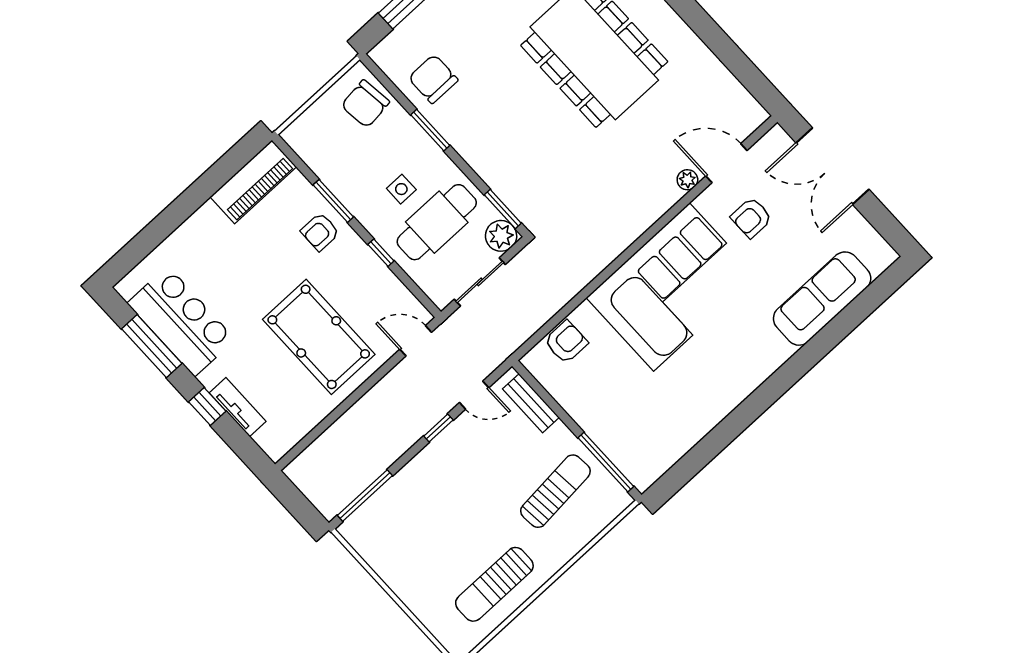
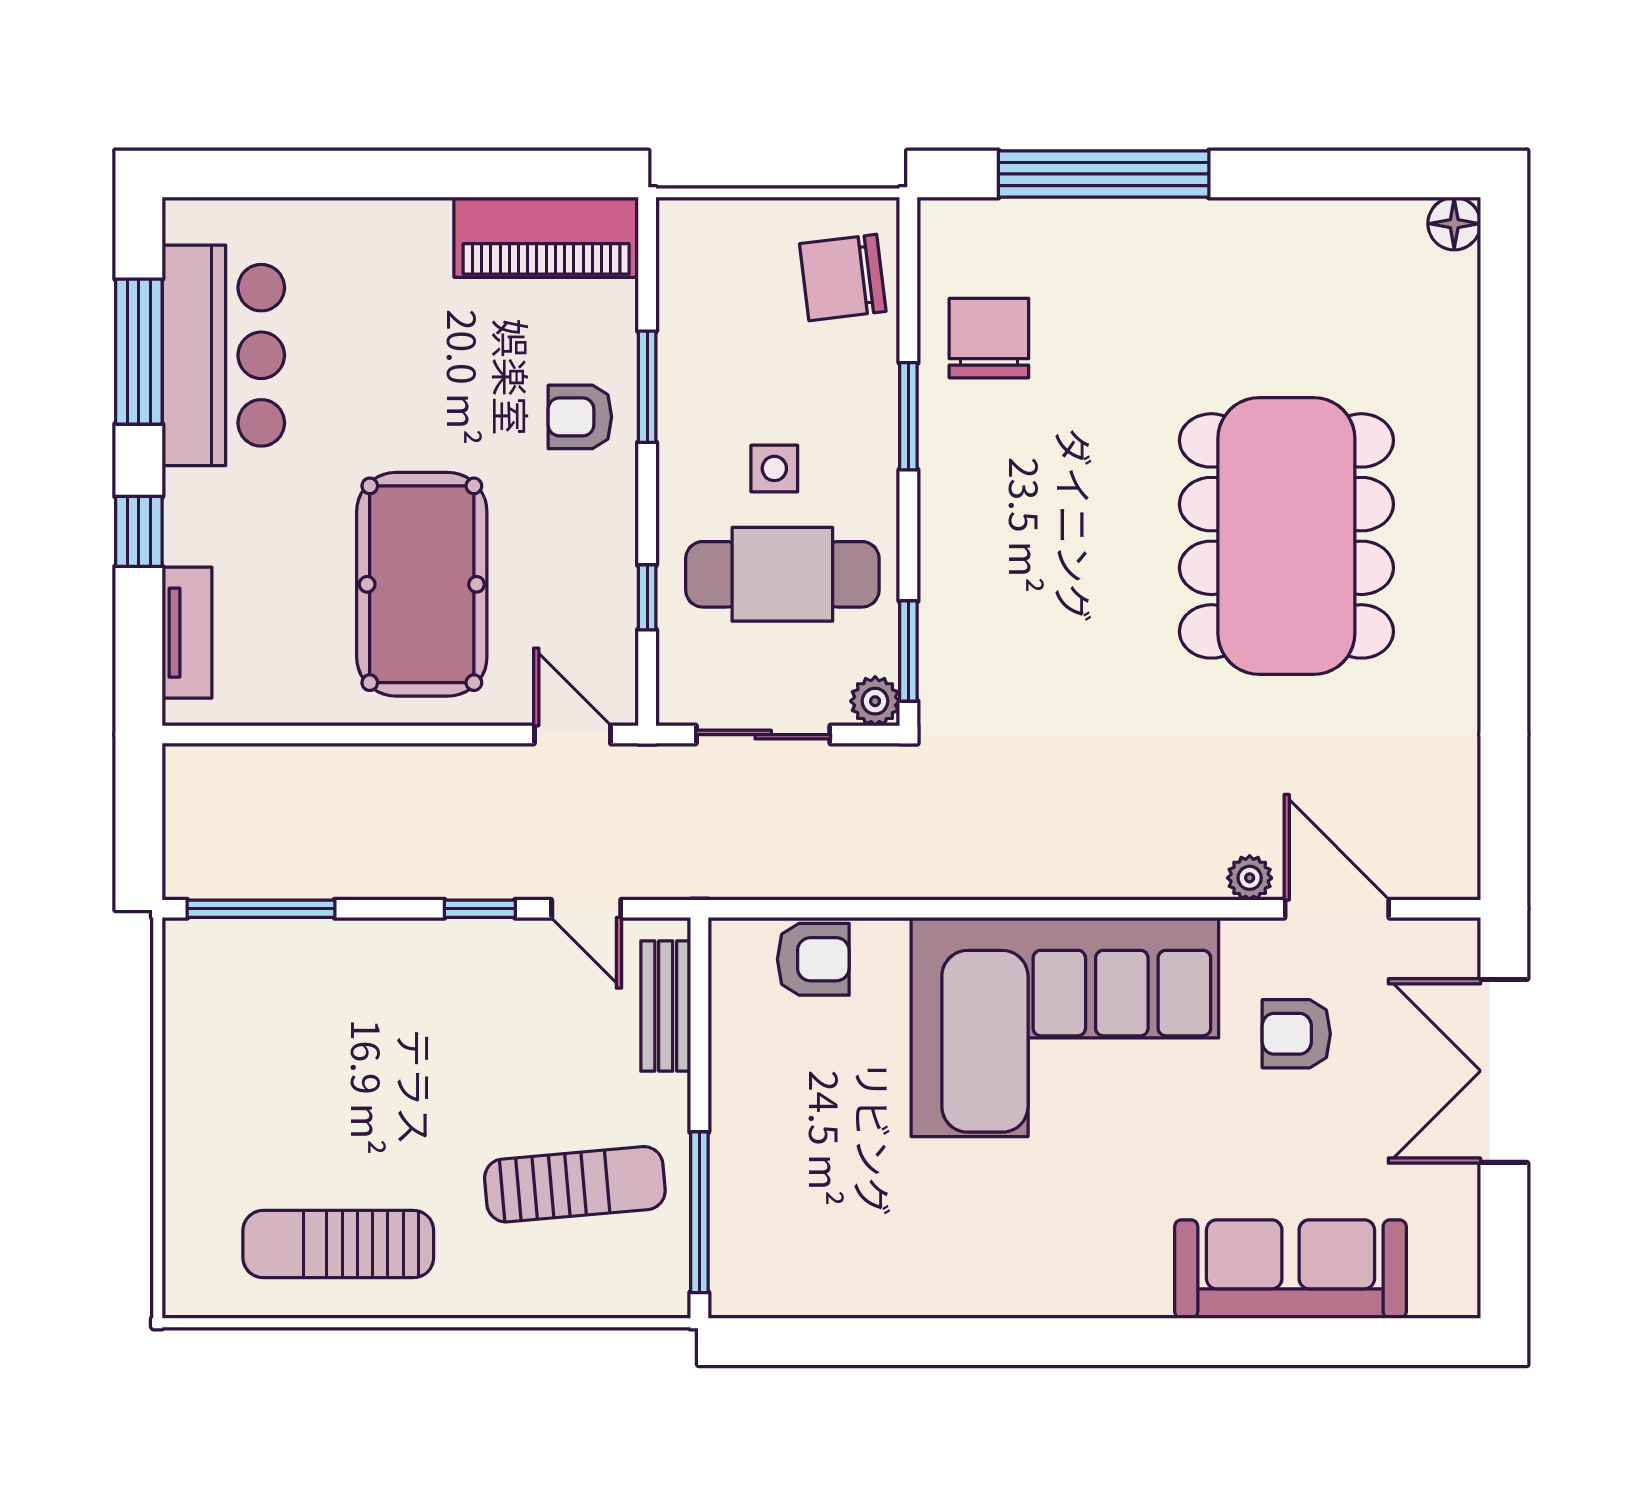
plant: (501, 236) -> (875, 701), width x0.73, depth x0.73
window: (381, 253) -> (647, 597), moved
tv unit: (238, 407) -> (187, 633), moved

